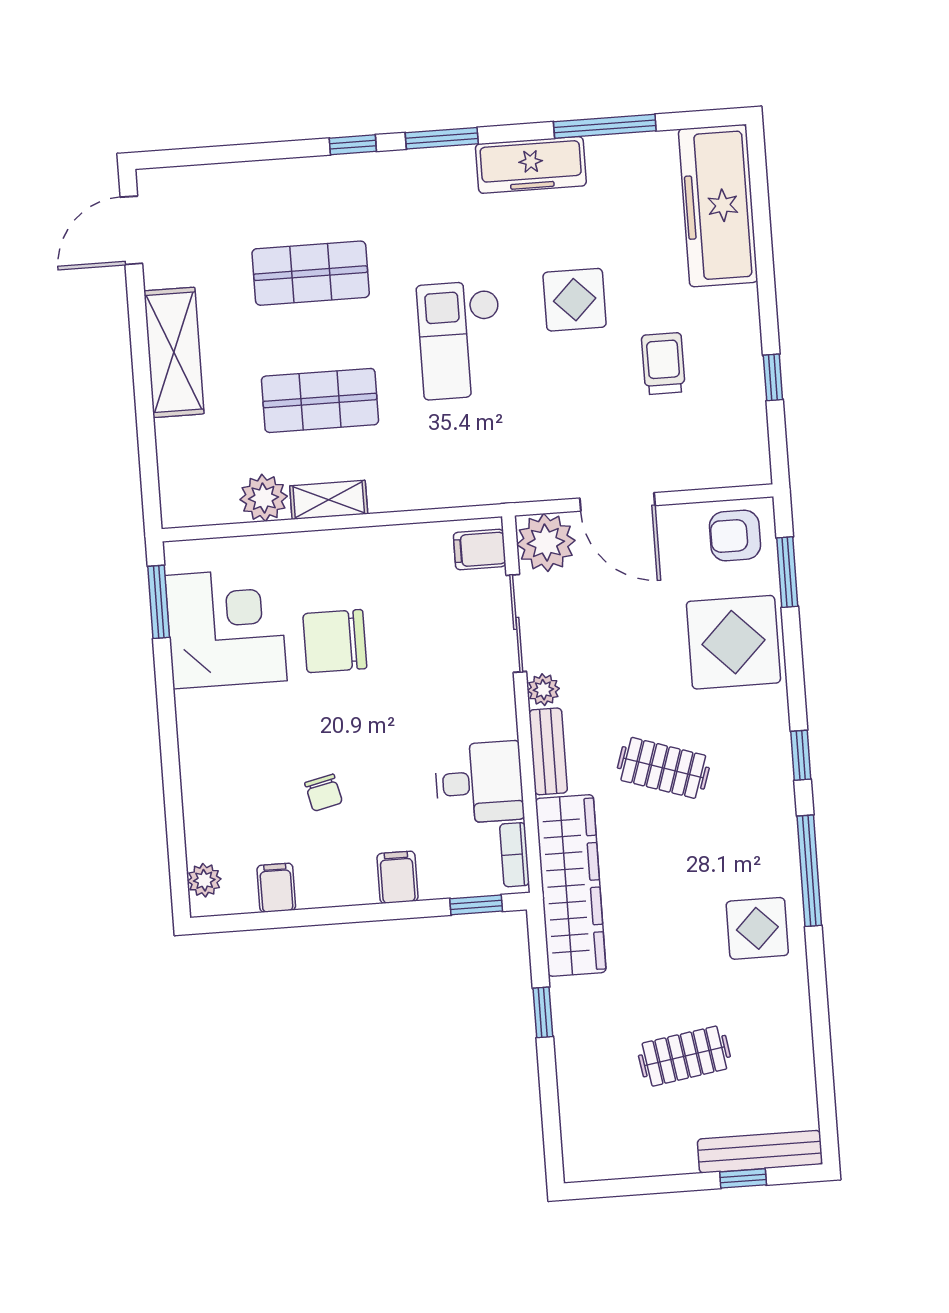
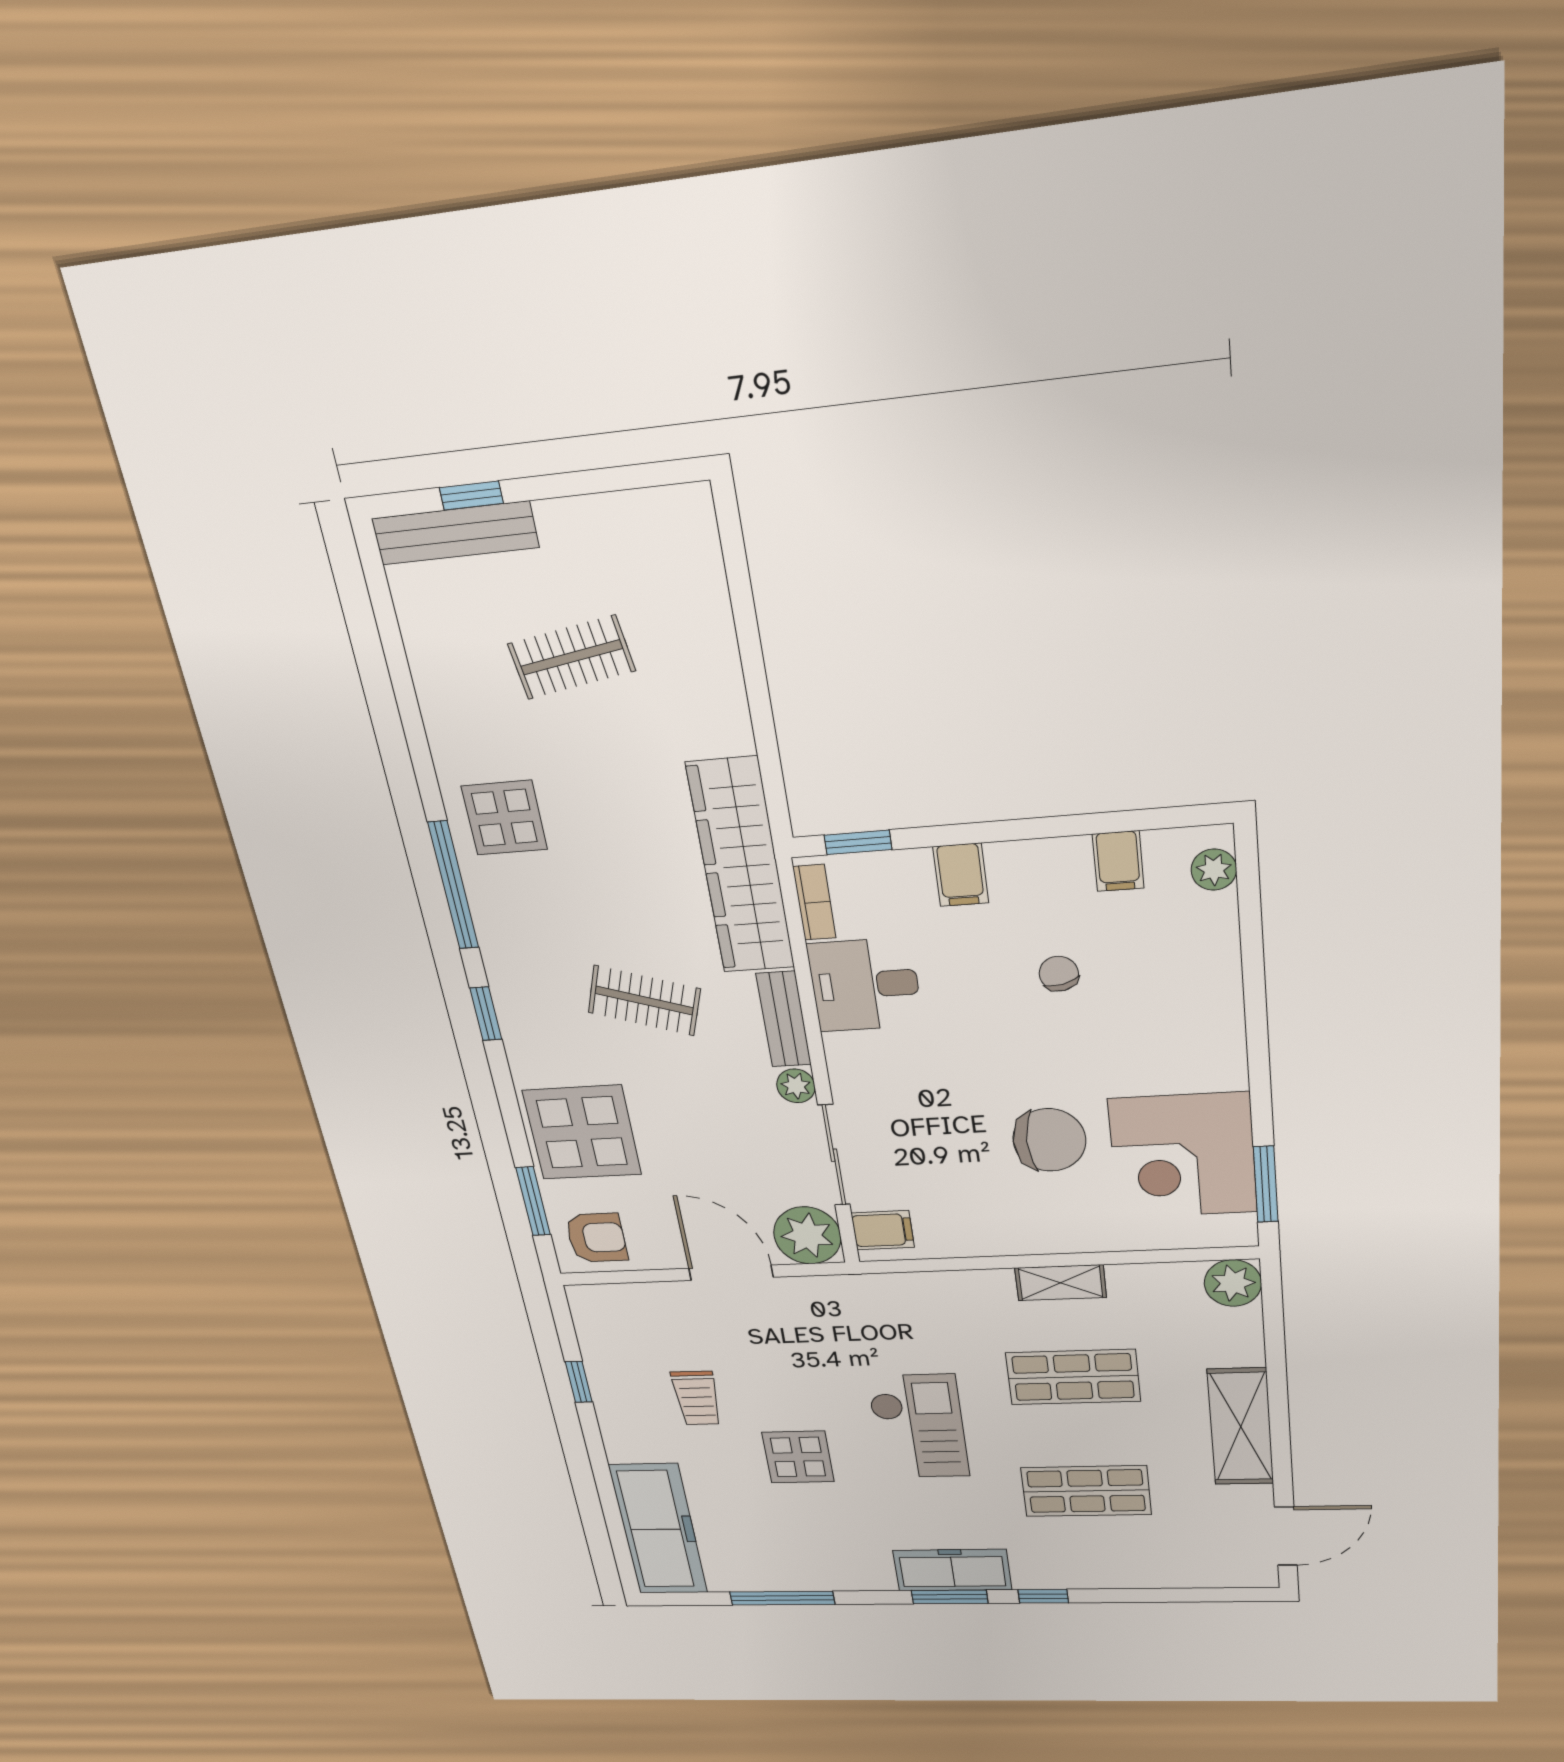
freezer: (531, 165) -> (952, 1570), moved
plant: (264, 498) -> (1233, 1283), moved
window: (543, 1012) -> (761, 710), removed

